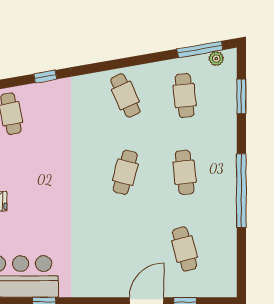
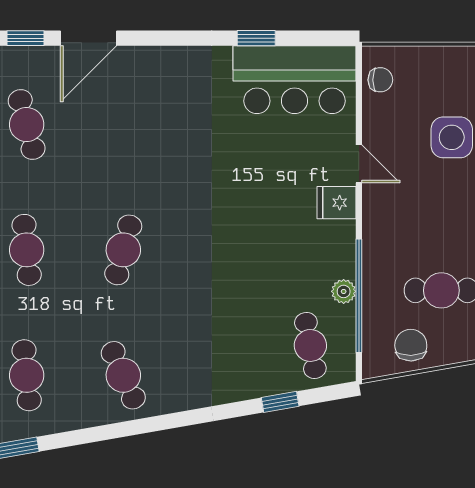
window: (45, 76) -> (280, 402), moved

